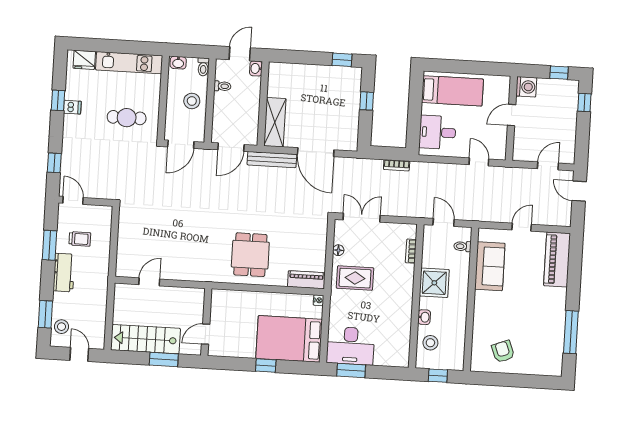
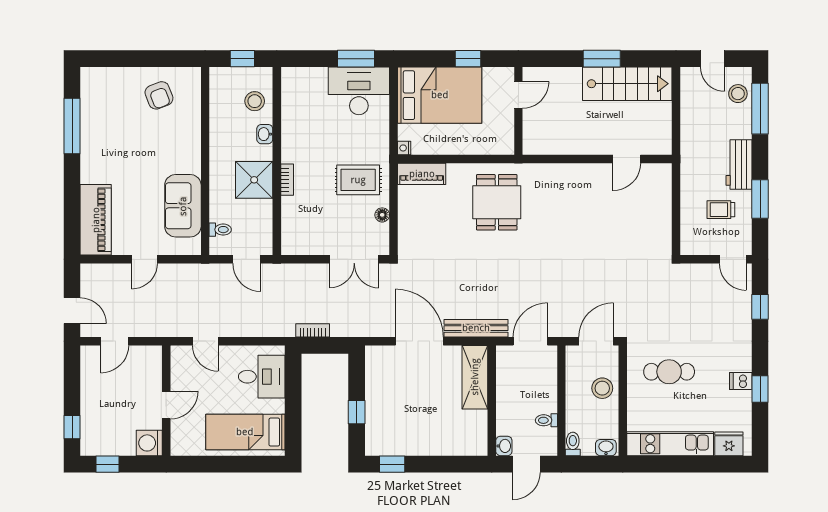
stool: (192, 101) -> (602, 388), moved
bookcase: (411, 251) -> (287, 180), moved
window: (45, 314) -> (760, 109), width x1.44
wall: (206, 322) -> (518, 111), moved
door: (206, 334) -> (518, 95), moved

